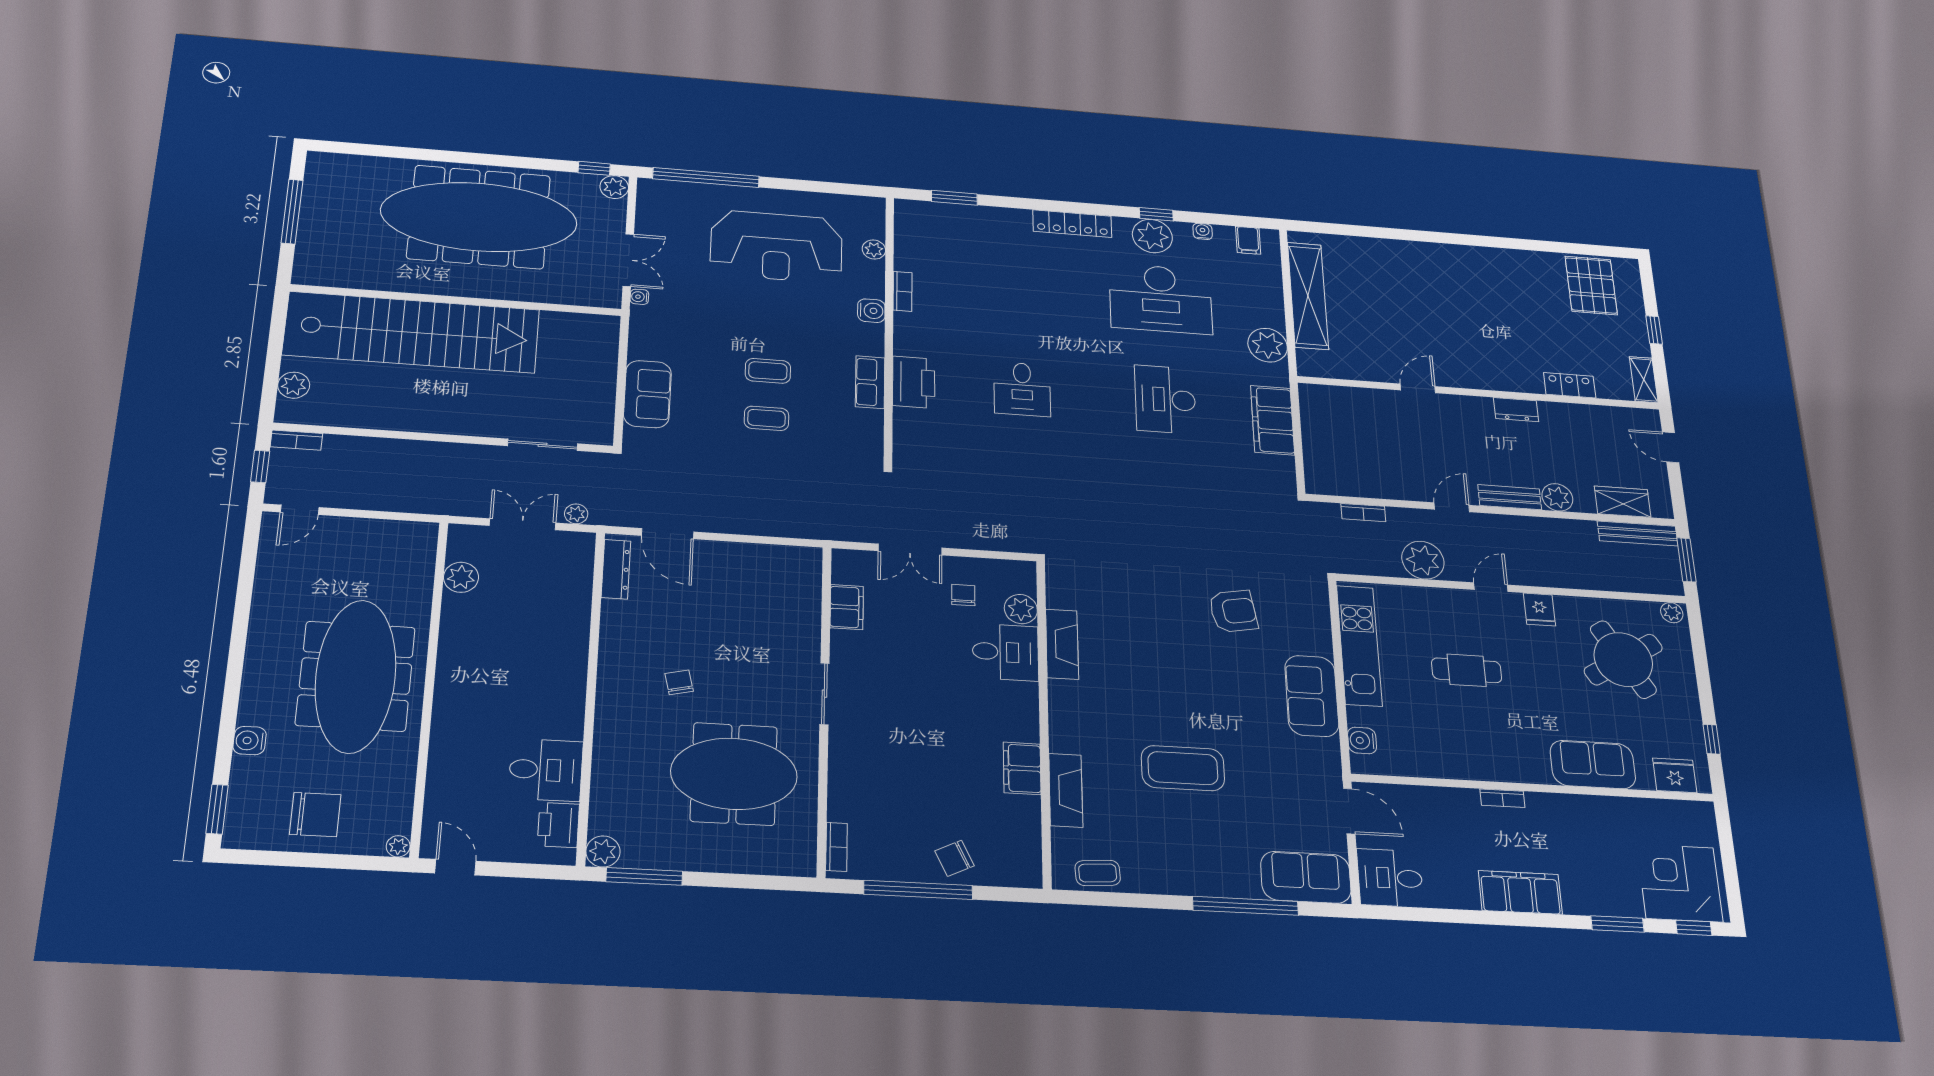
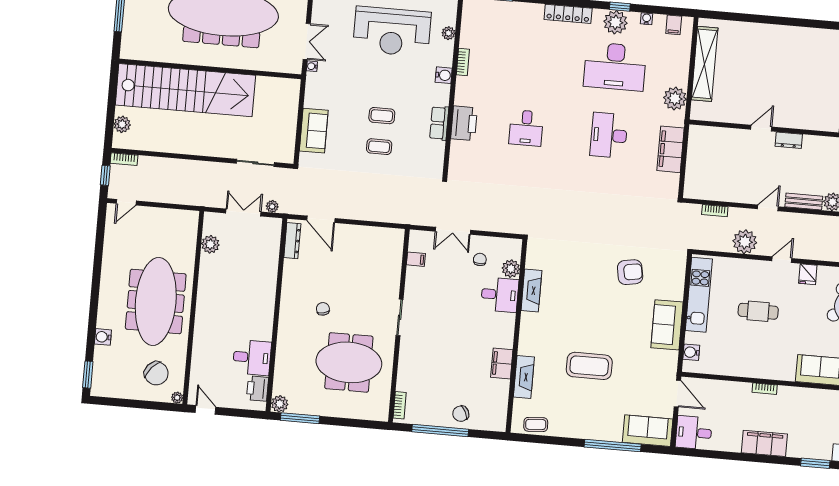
dresser: (1516, 410) -> (789, 140), moved
filing cabinet: (847, 607) -> (416, 259), width x0.50
chair: (315, 815) -> (156, 373), moved, turned 41

